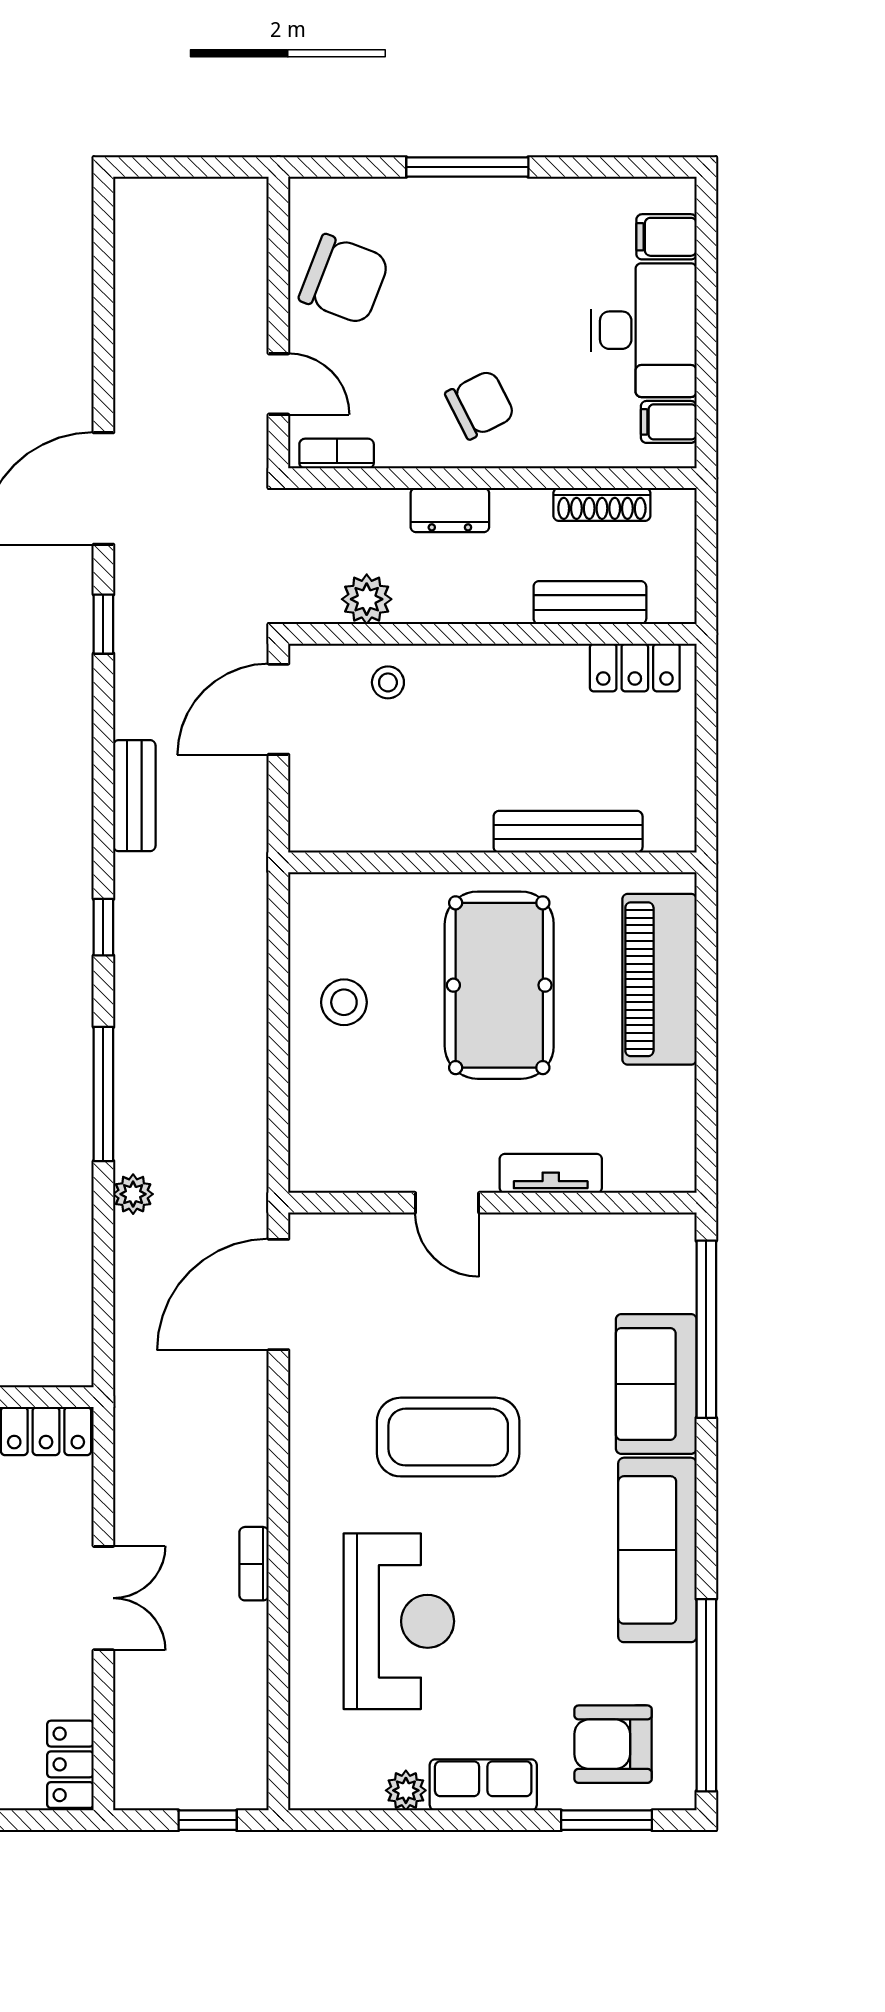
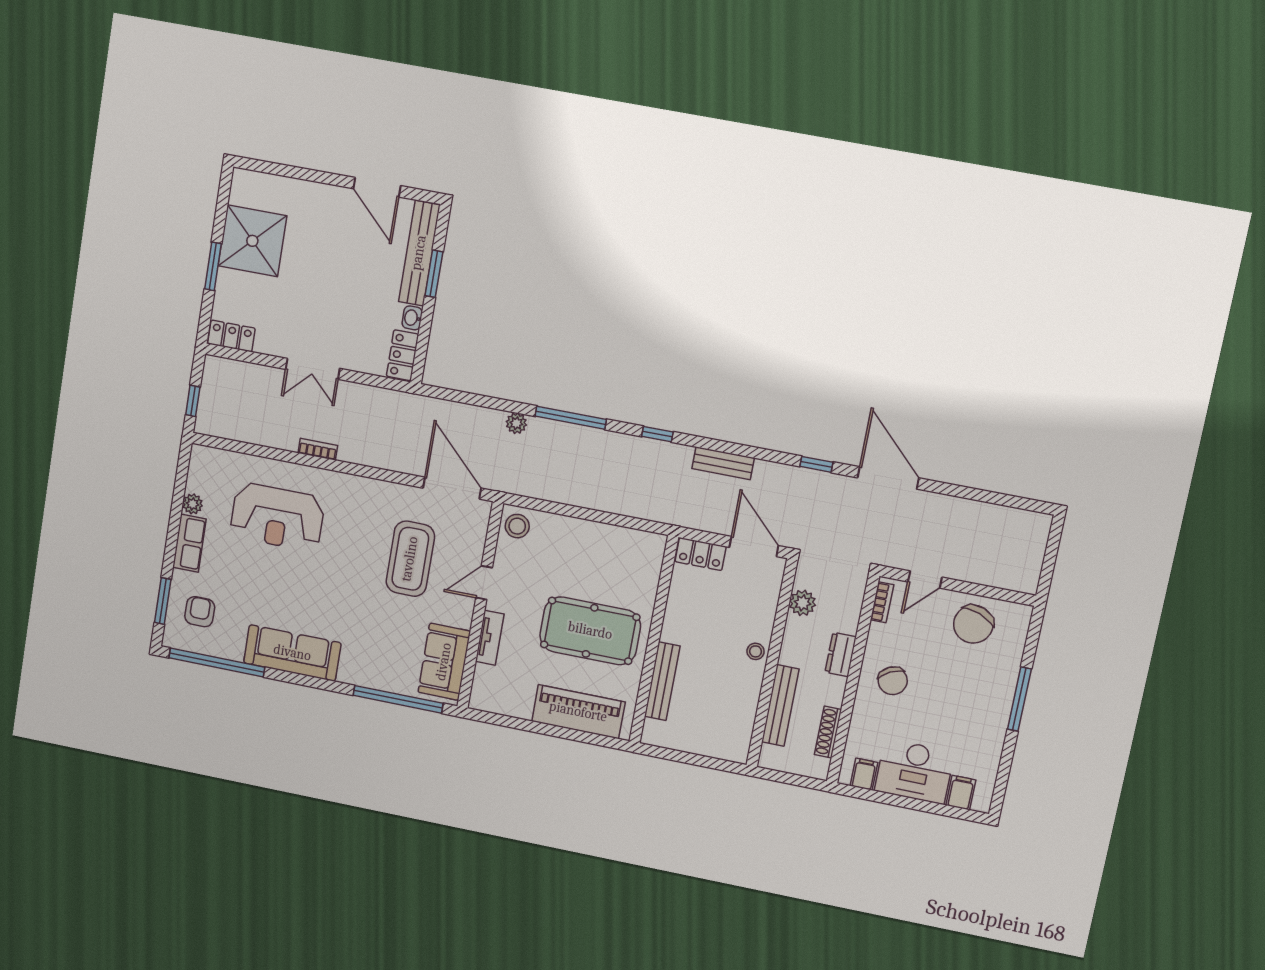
bench: (590, 603) -> (780, 705), width x1.36
locker: (635, 667) -> (701, 554), moved, turned -90
stool: (388, 682) -> (756, 651), moved
stool: (344, 1002) -> (517, 526), moved
sofa: (656, 1384) -> (444, 662), moved, turned -90
coffee table: (448, 1437) -> (410, 559), moved
armchair: (613, 1744) -> (200, 612), width x0.72, depth x0.72

